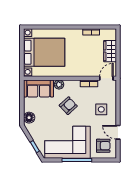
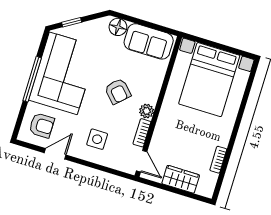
plant: (59, 85) -> (147, 111), moved
sofa: (39, 88) -> (149, 41), moved, turned -90
armchair: (103, 146) -> (42, 125), turned -90

